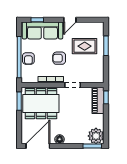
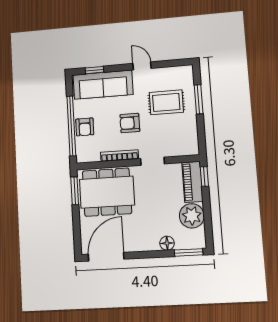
door: (70, 20) -> (142, 66), swing flipped
plant: (96, 136) -> (192, 216), moved
floor lamp: (60, 139) -> (167, 243), moved

